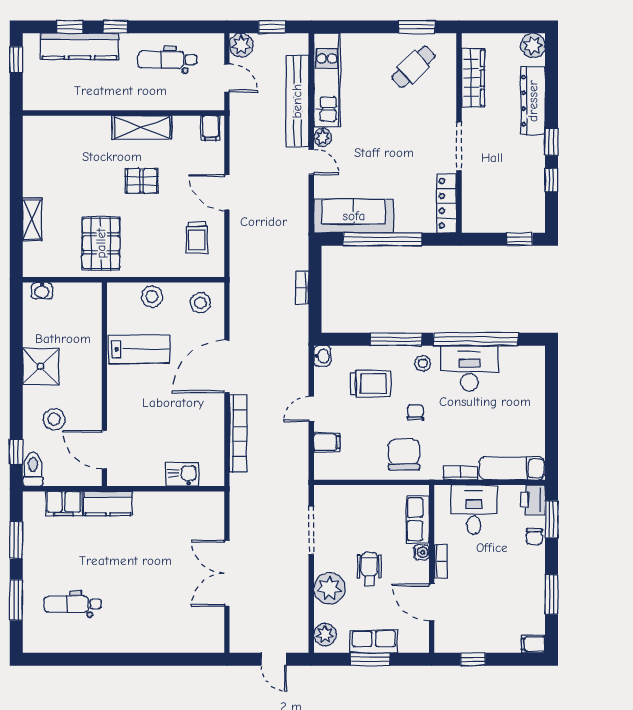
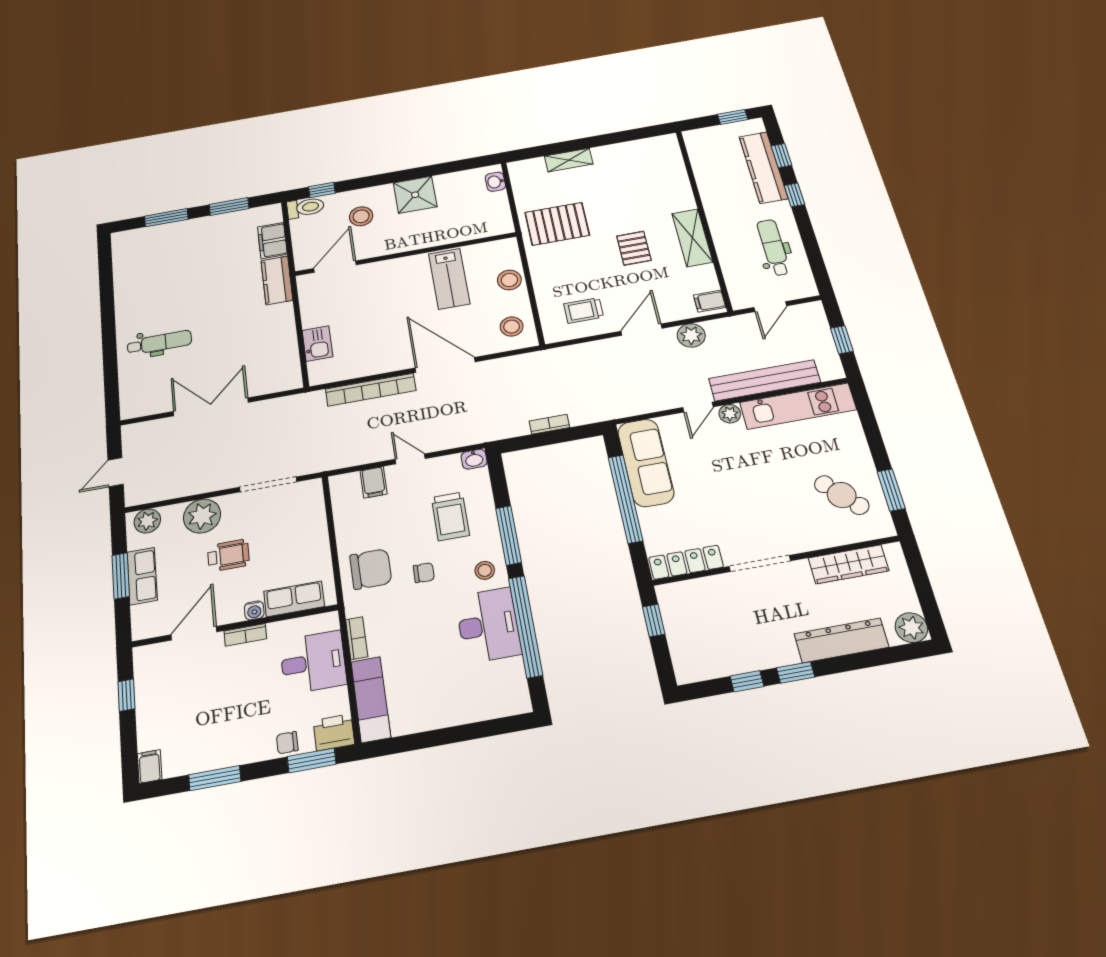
plant: (241, 45) -> (691, 335), moved
window: (520, 239) -> (654, 620), moved
dental chair: (73, 604) -> (159, 343), moved, turned 90

